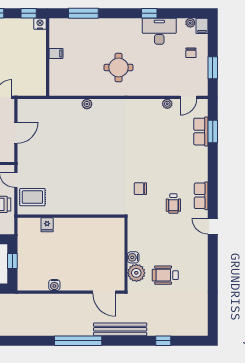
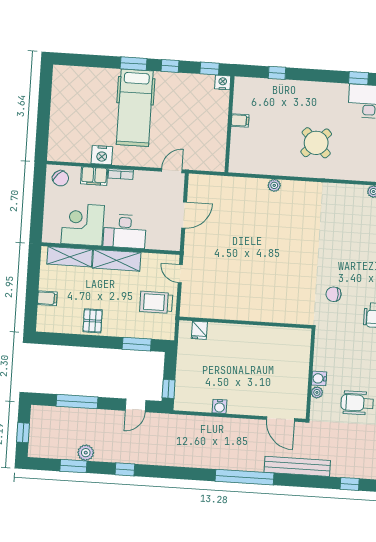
window: (83, 13) -> (277, 73), width x0.46
round table: (119, 67) -> (316, 143), turned 45
rug: (32, 197) -> (199, 296), removed
fridge: (47, 225) -> (199, 330), moved
window: (12, 261) -> (169, 389), moved
plant: (136, 273) -> (317, 392), width x0.53, depth x0.53

